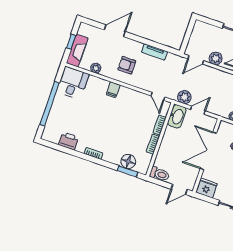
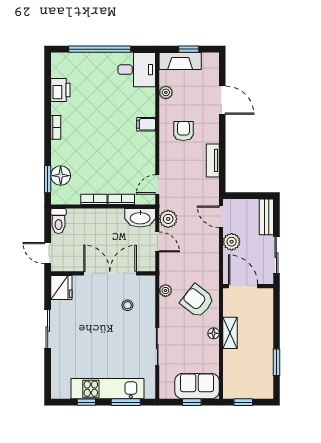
bench: (207, 28) -> (266, 217), added

